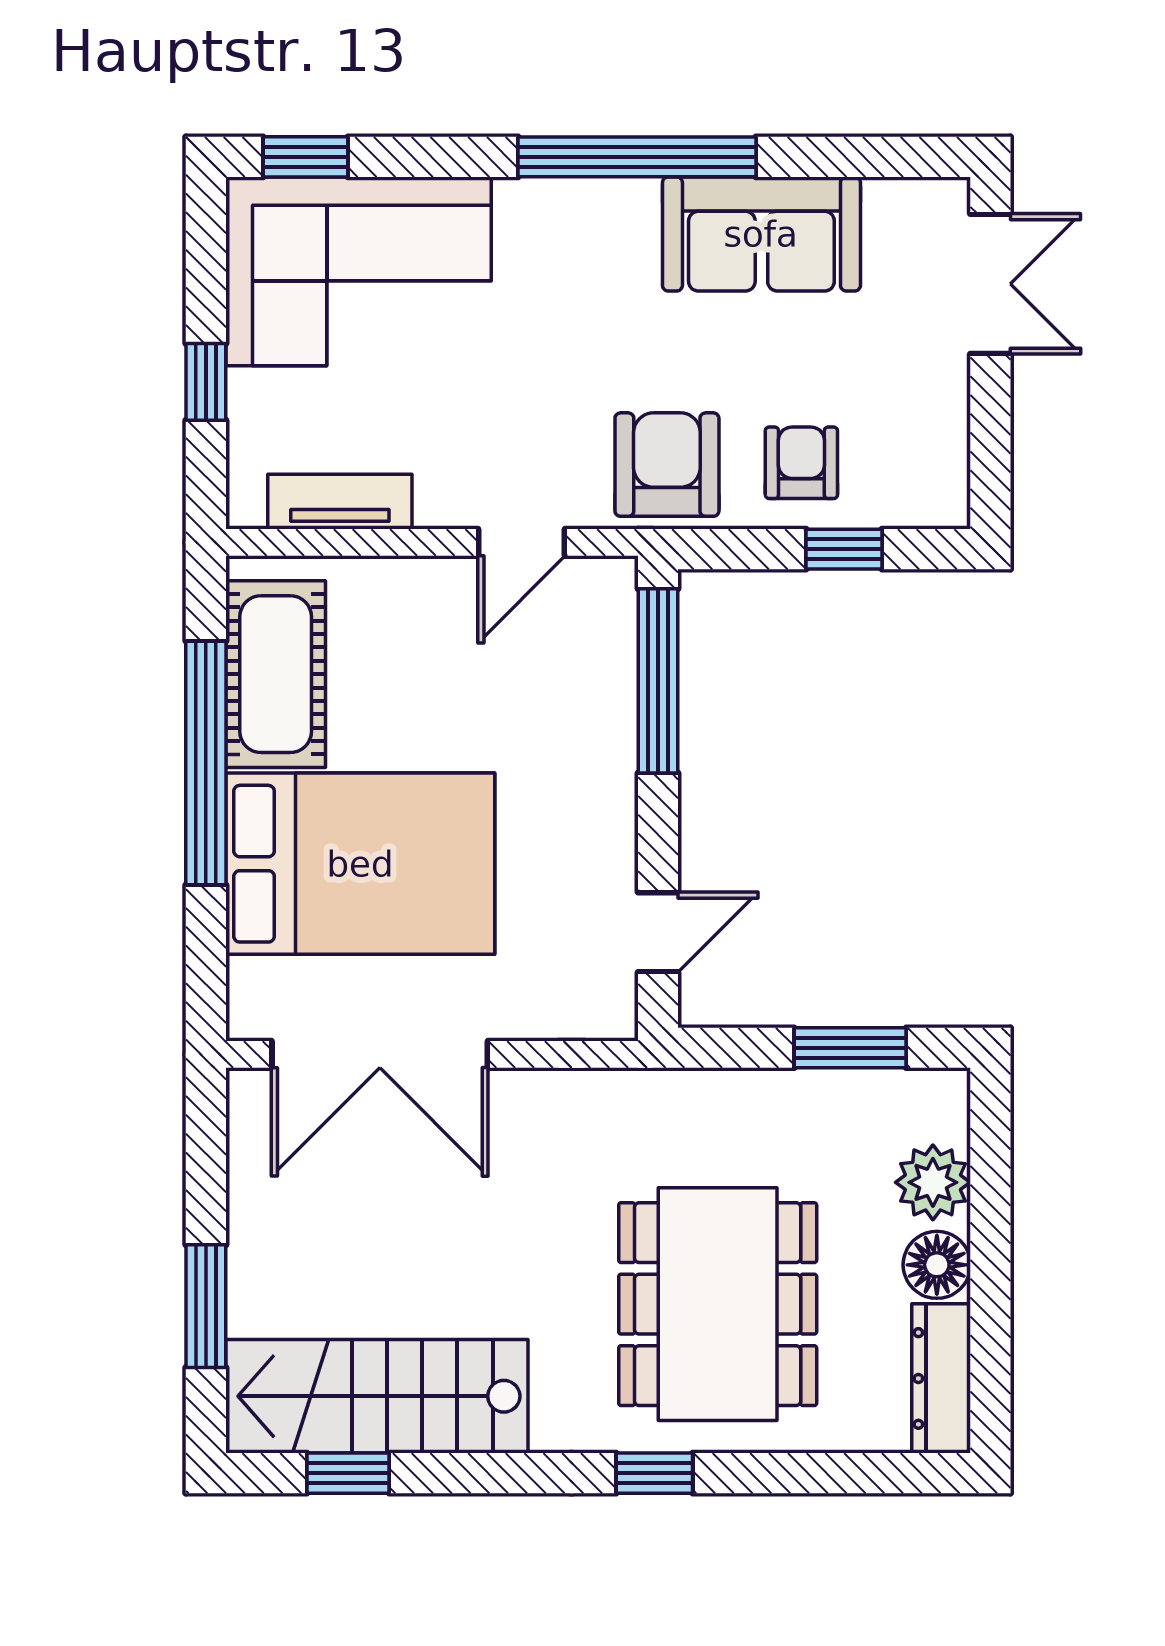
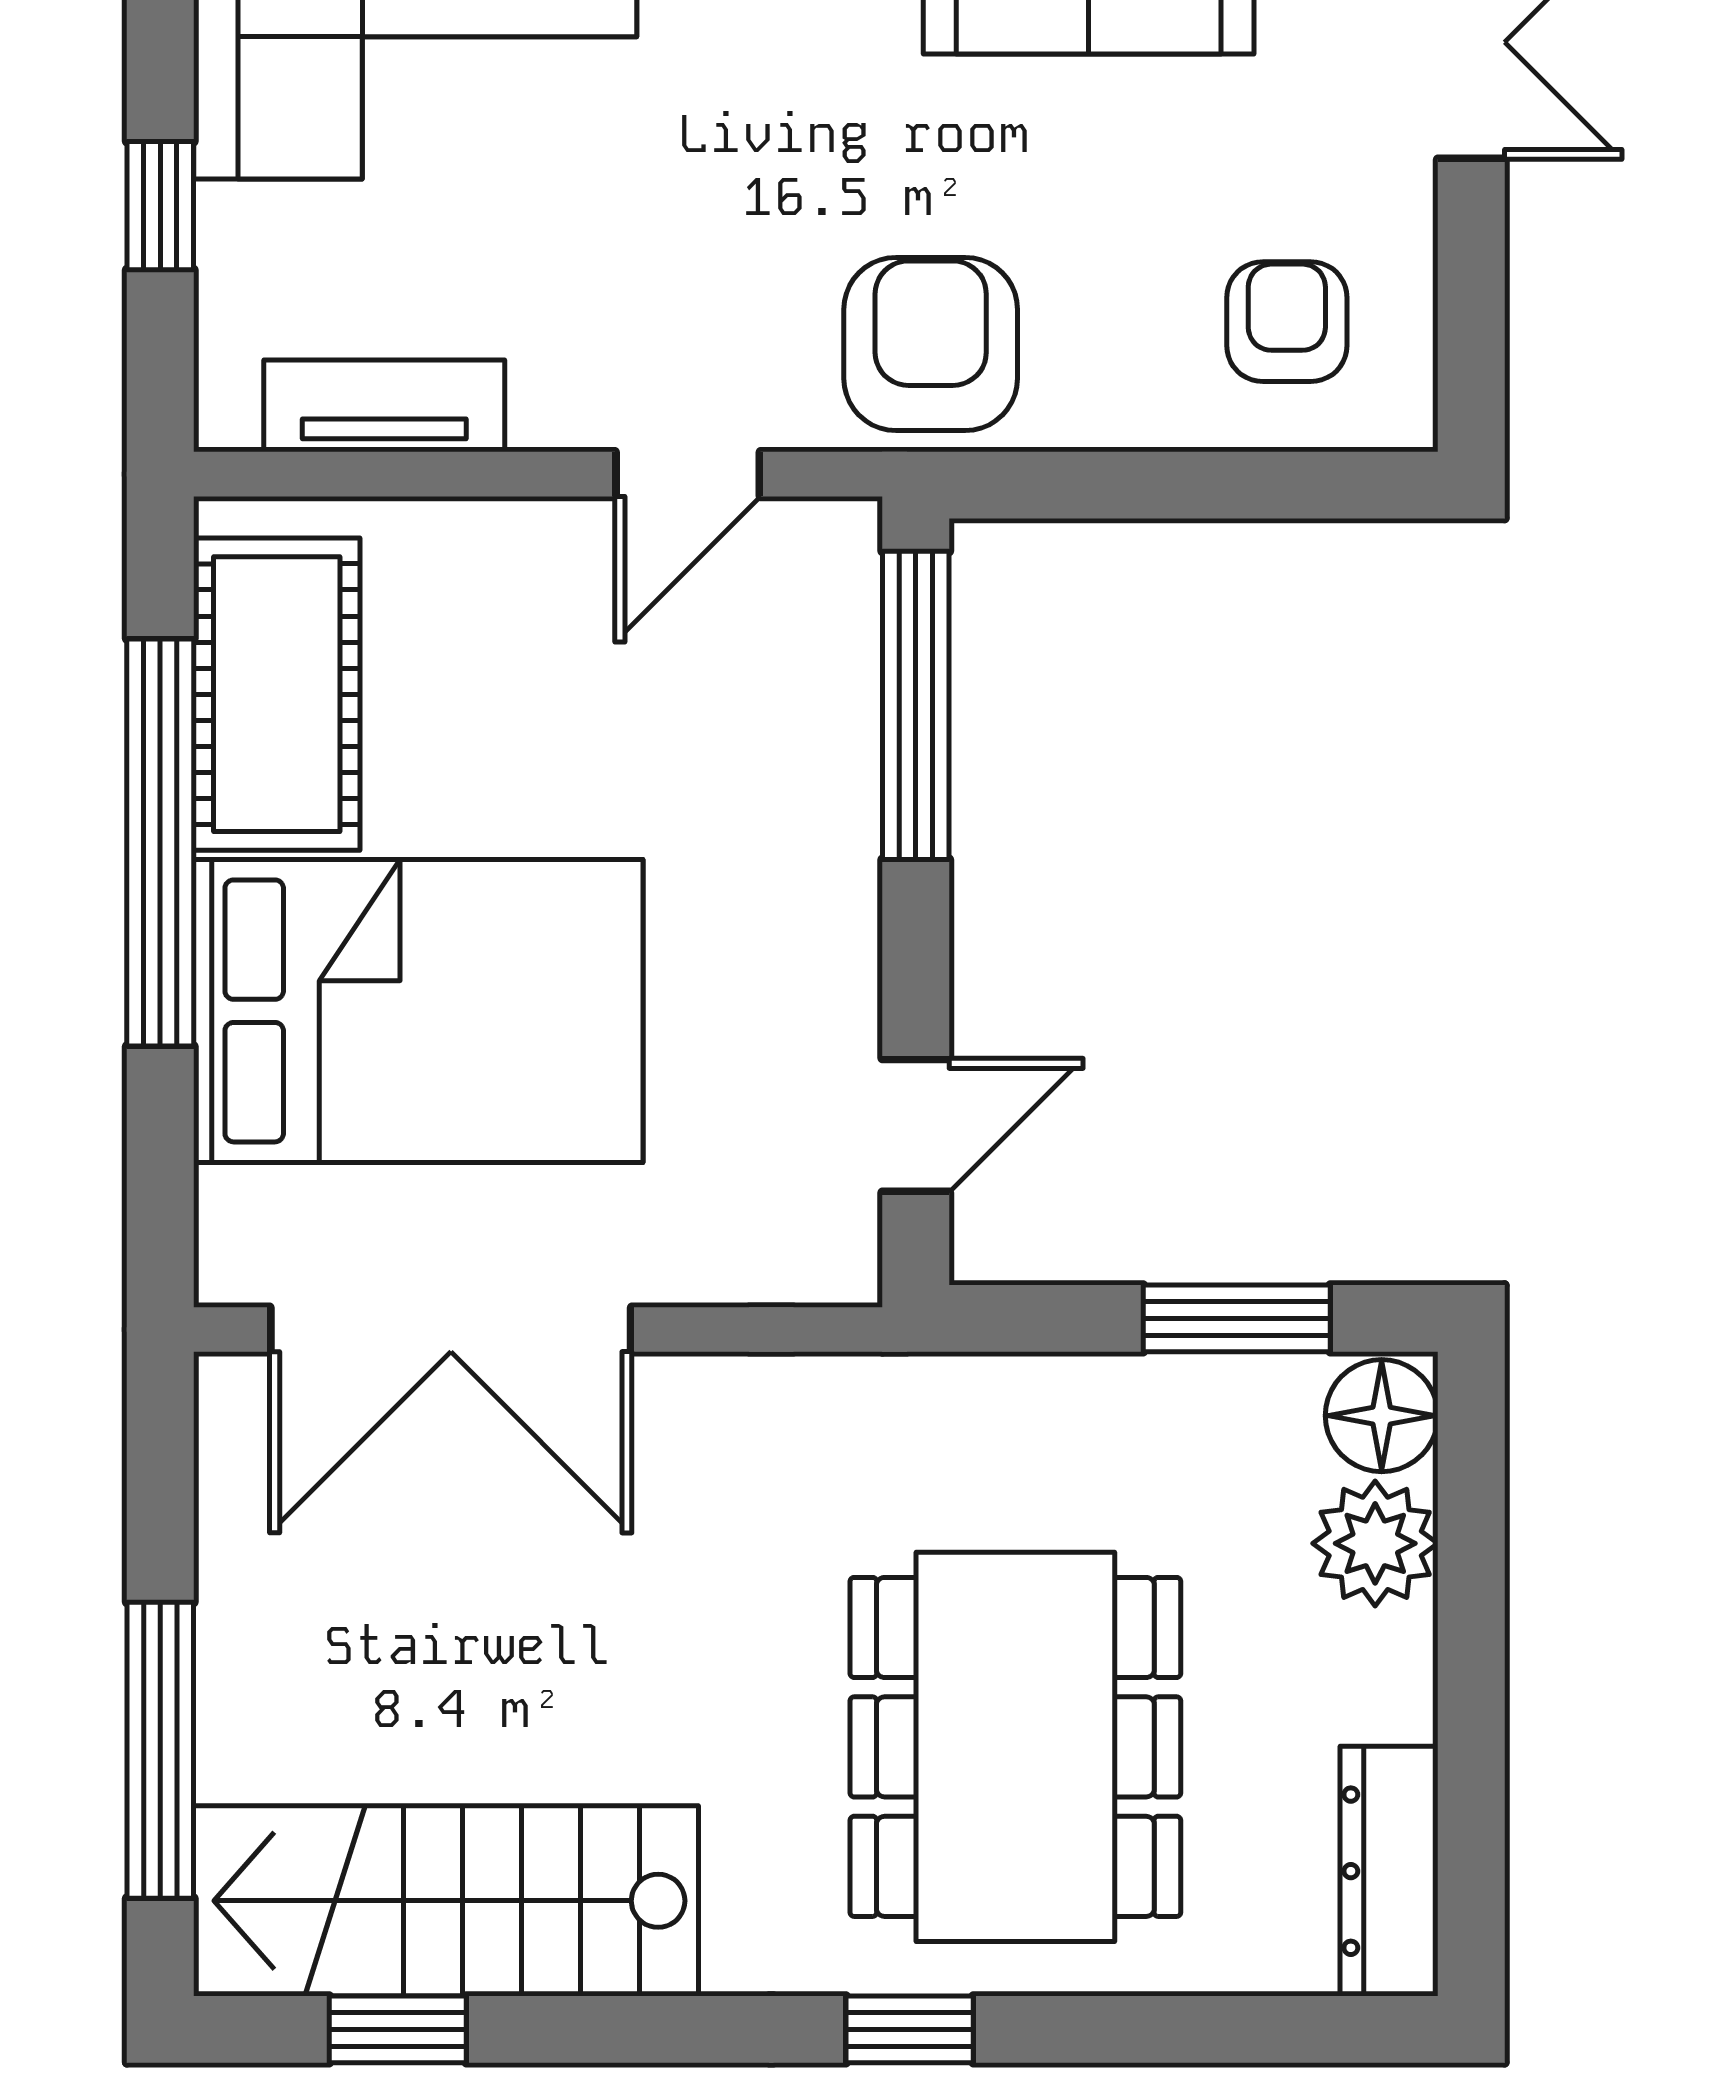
armchair: (801, 463) -> (1287, 322), moved
window: (844, 549) -> (1227, 485), removed
floor lamp: (937, 1265) -> (1382, 1416), moved
window: (206, 1306) -> (160, 1750), width x1.44

